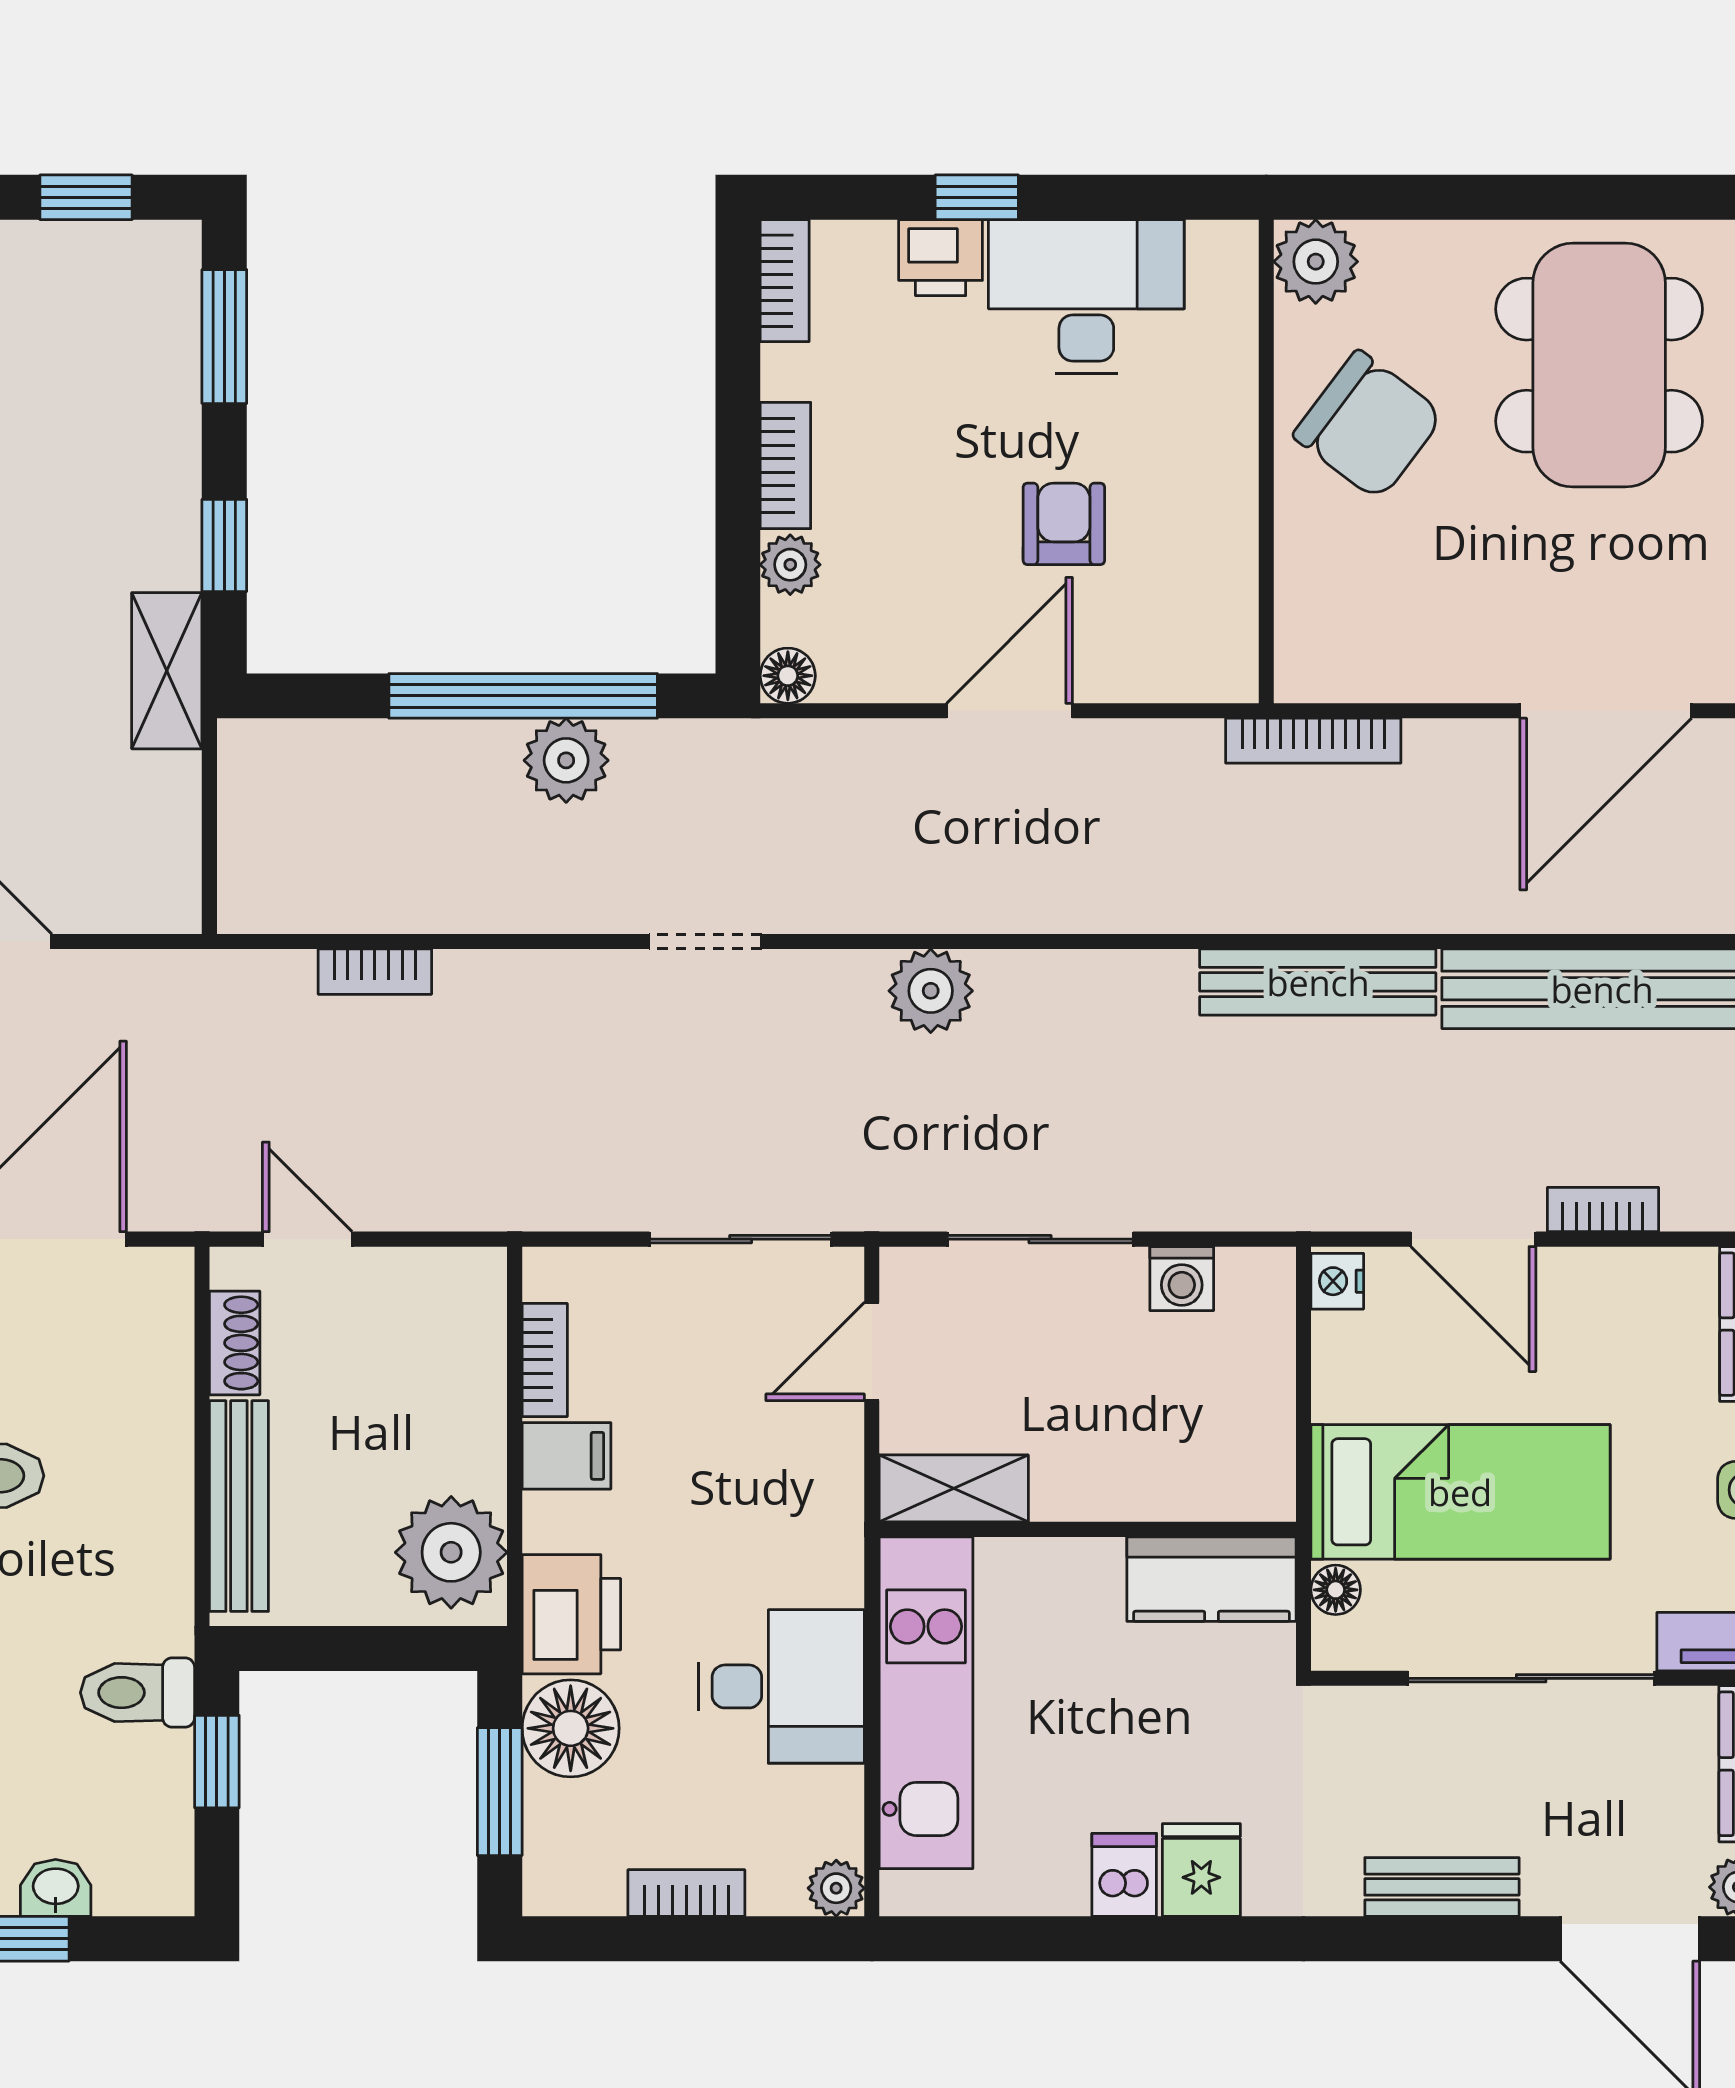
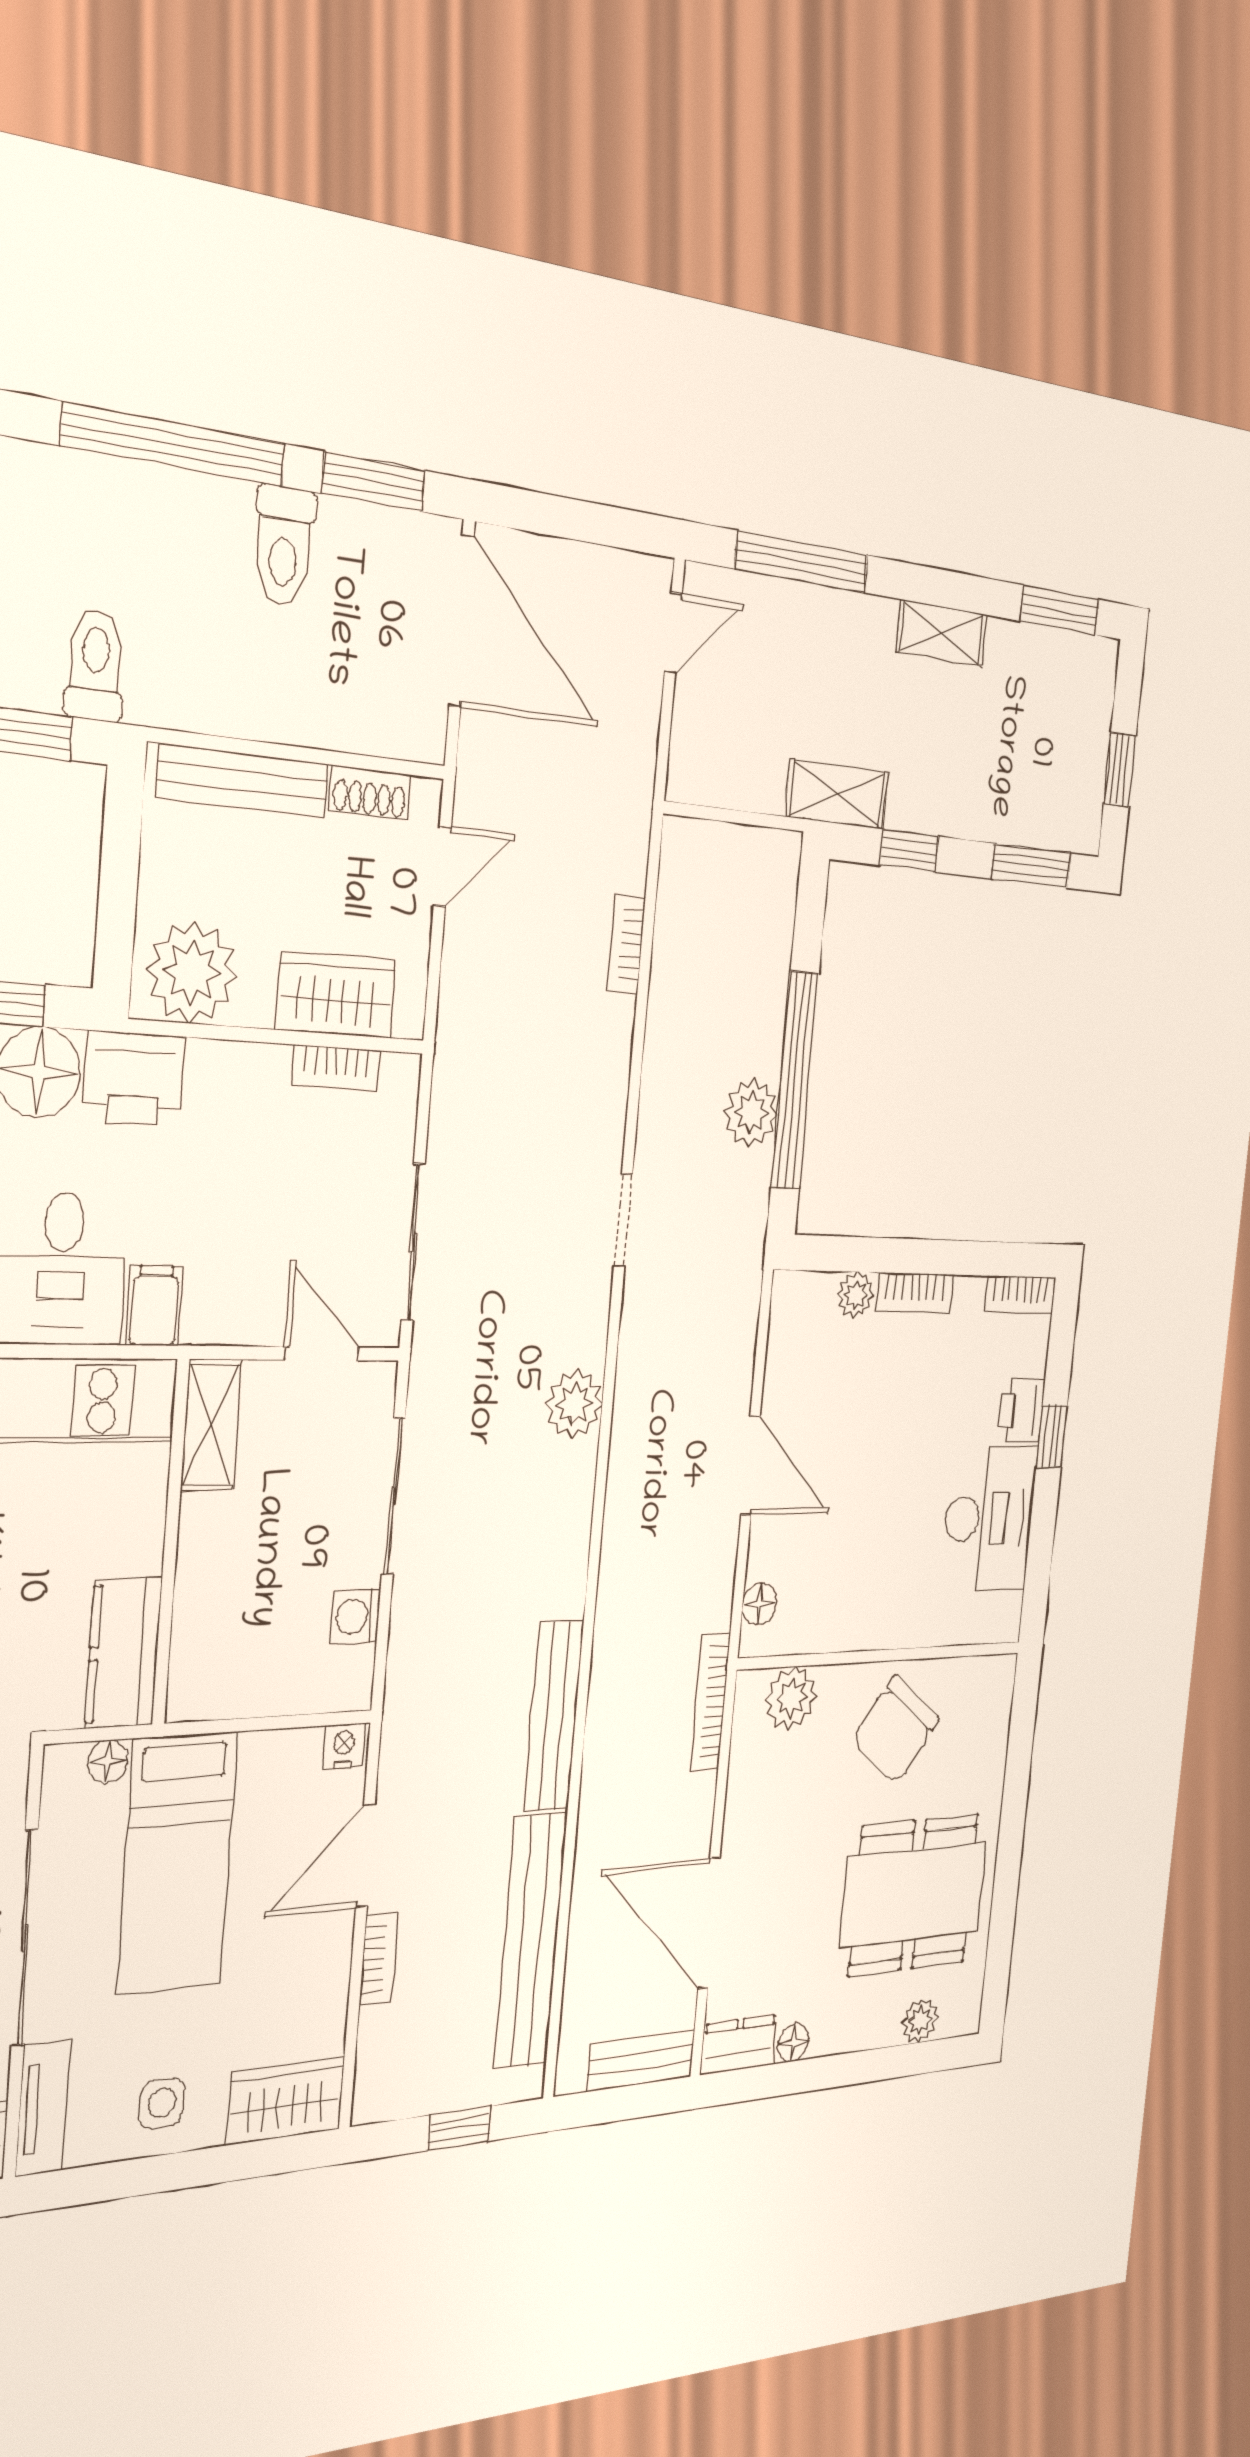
plant: (1316, 262) -> (791, 1698), moved
armchair: (1064, 524) -> (860, 1505), removed
floor lamp: (788, 676) -> (759, 1604), moved
wardrobe: (463, 1367) -> (336, 995), added
filing cabinet: (566, 1456) -> (154, 1306), moved, turned 180

